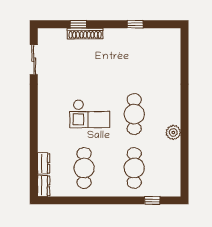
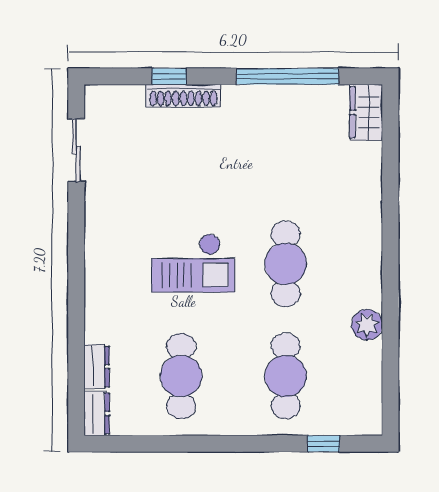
window: (135, 24) -> (288, 76), width x3.17
wardrobe: (173, 41) -> (366, 112), added
plant: (173, 132) -> (367, 325), moved

